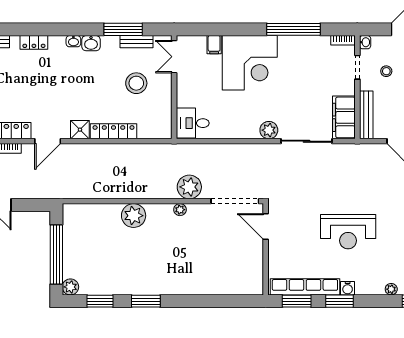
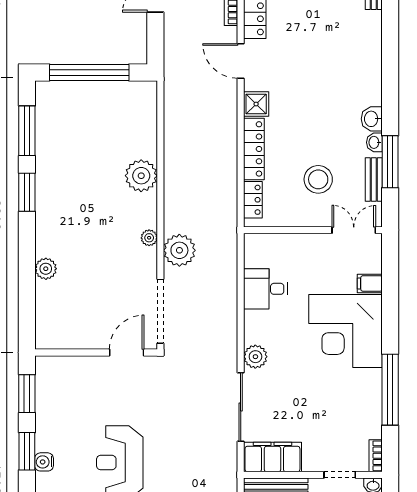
washbasin: (73, 41) -> (374, 142), moved
locker: (34, 42) -> (253, 200), moved, turned 180
desk: (193, 123) -> (265, 289), moved, turned -90
plant: (70, 287) -> (46, 269), moved
row of seats: (305, 287) -> (46, 405), removed
window: (100, 301) -> (27, 131), width x1.44

